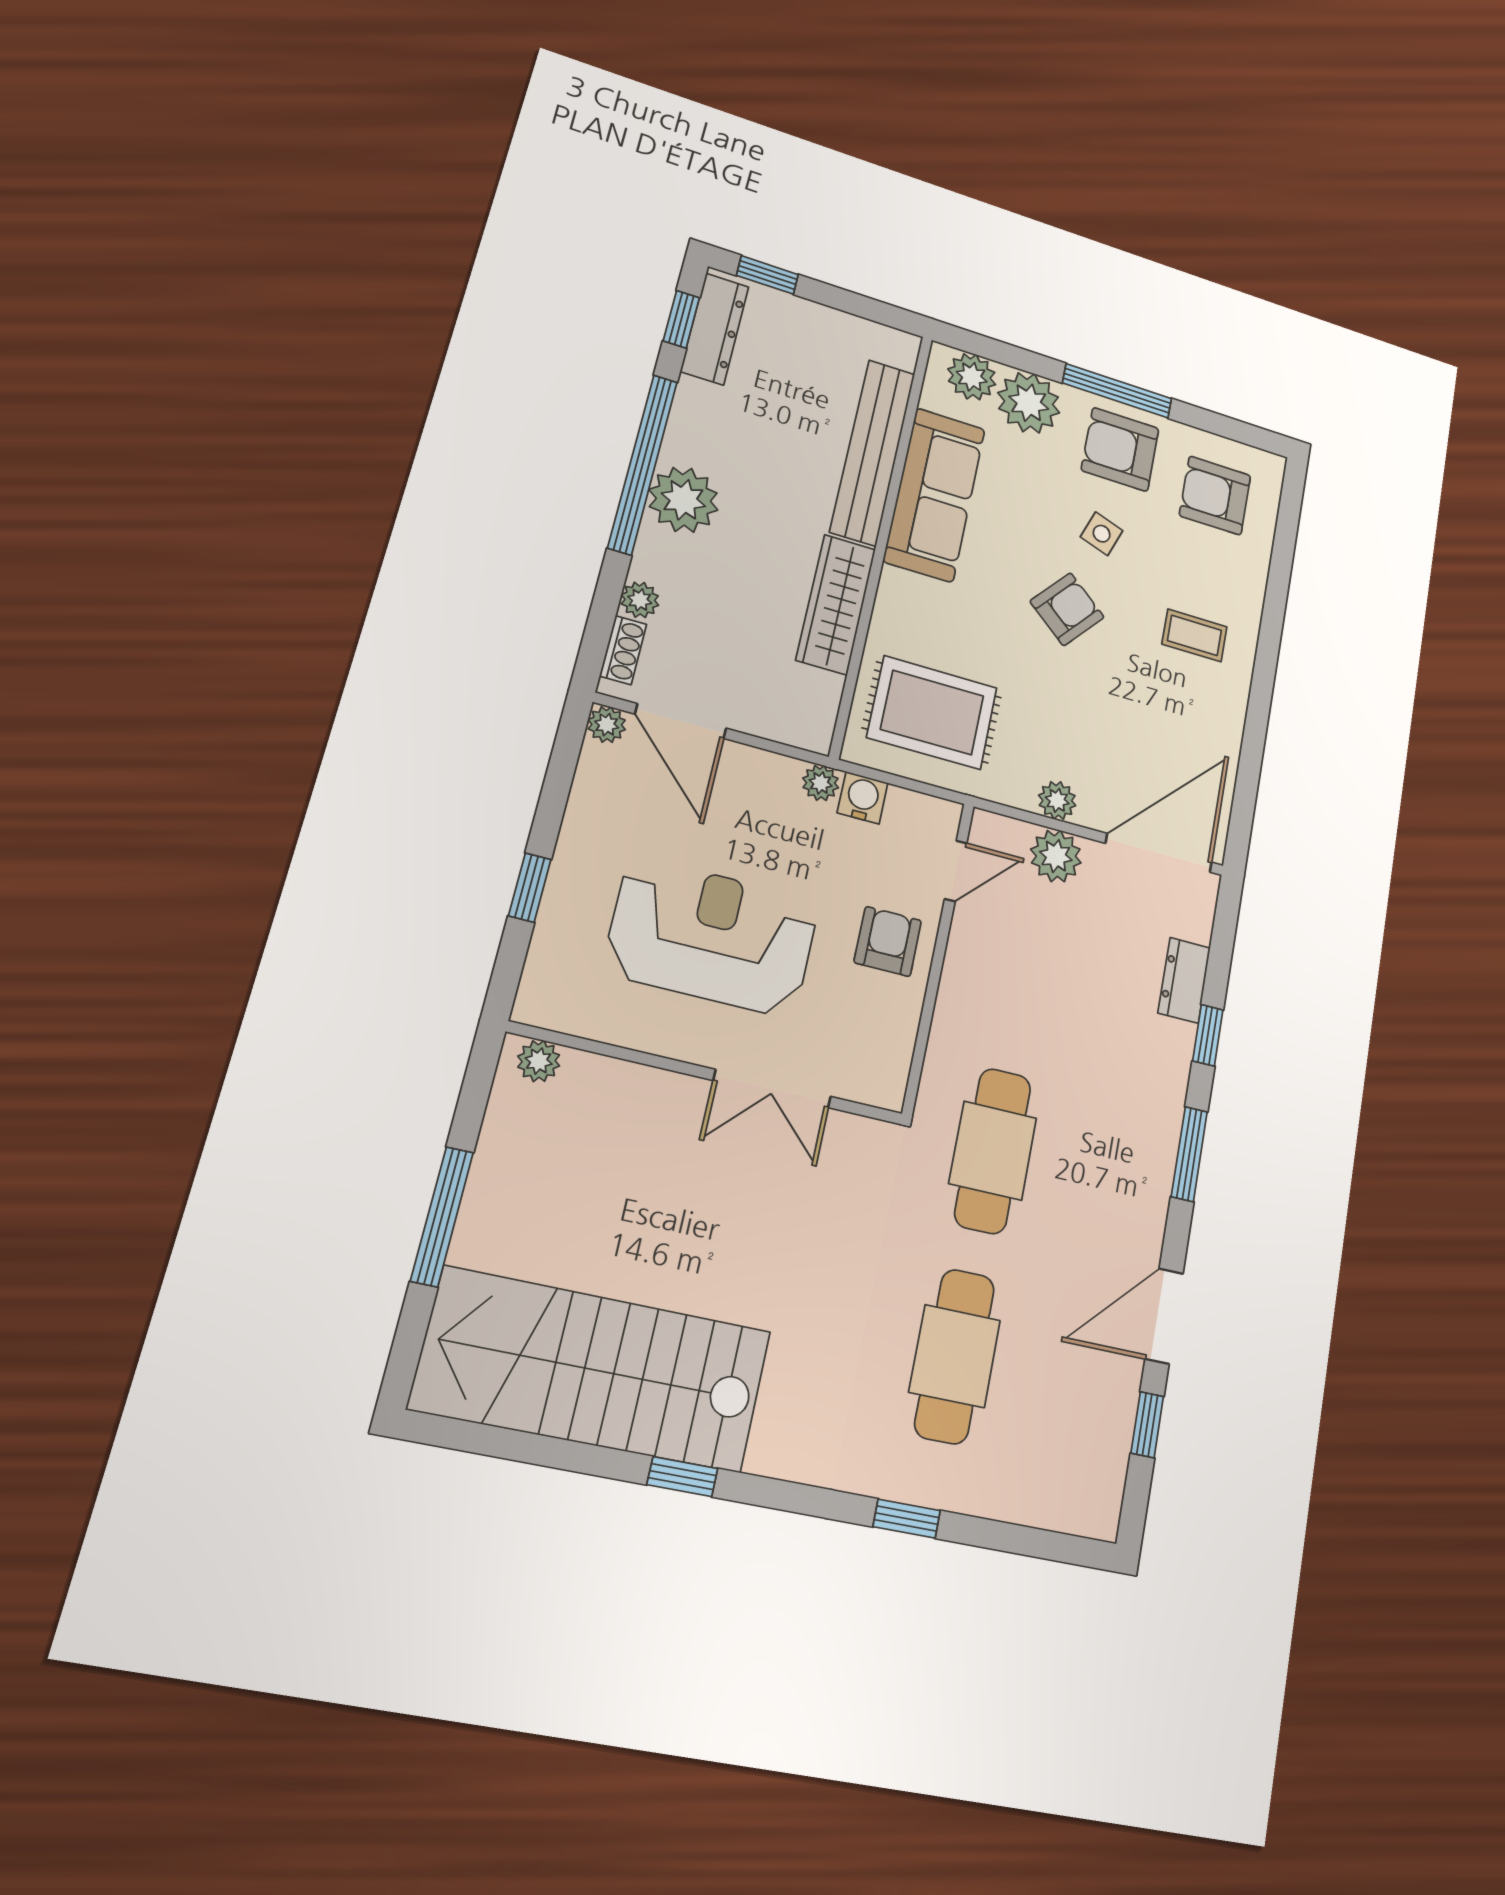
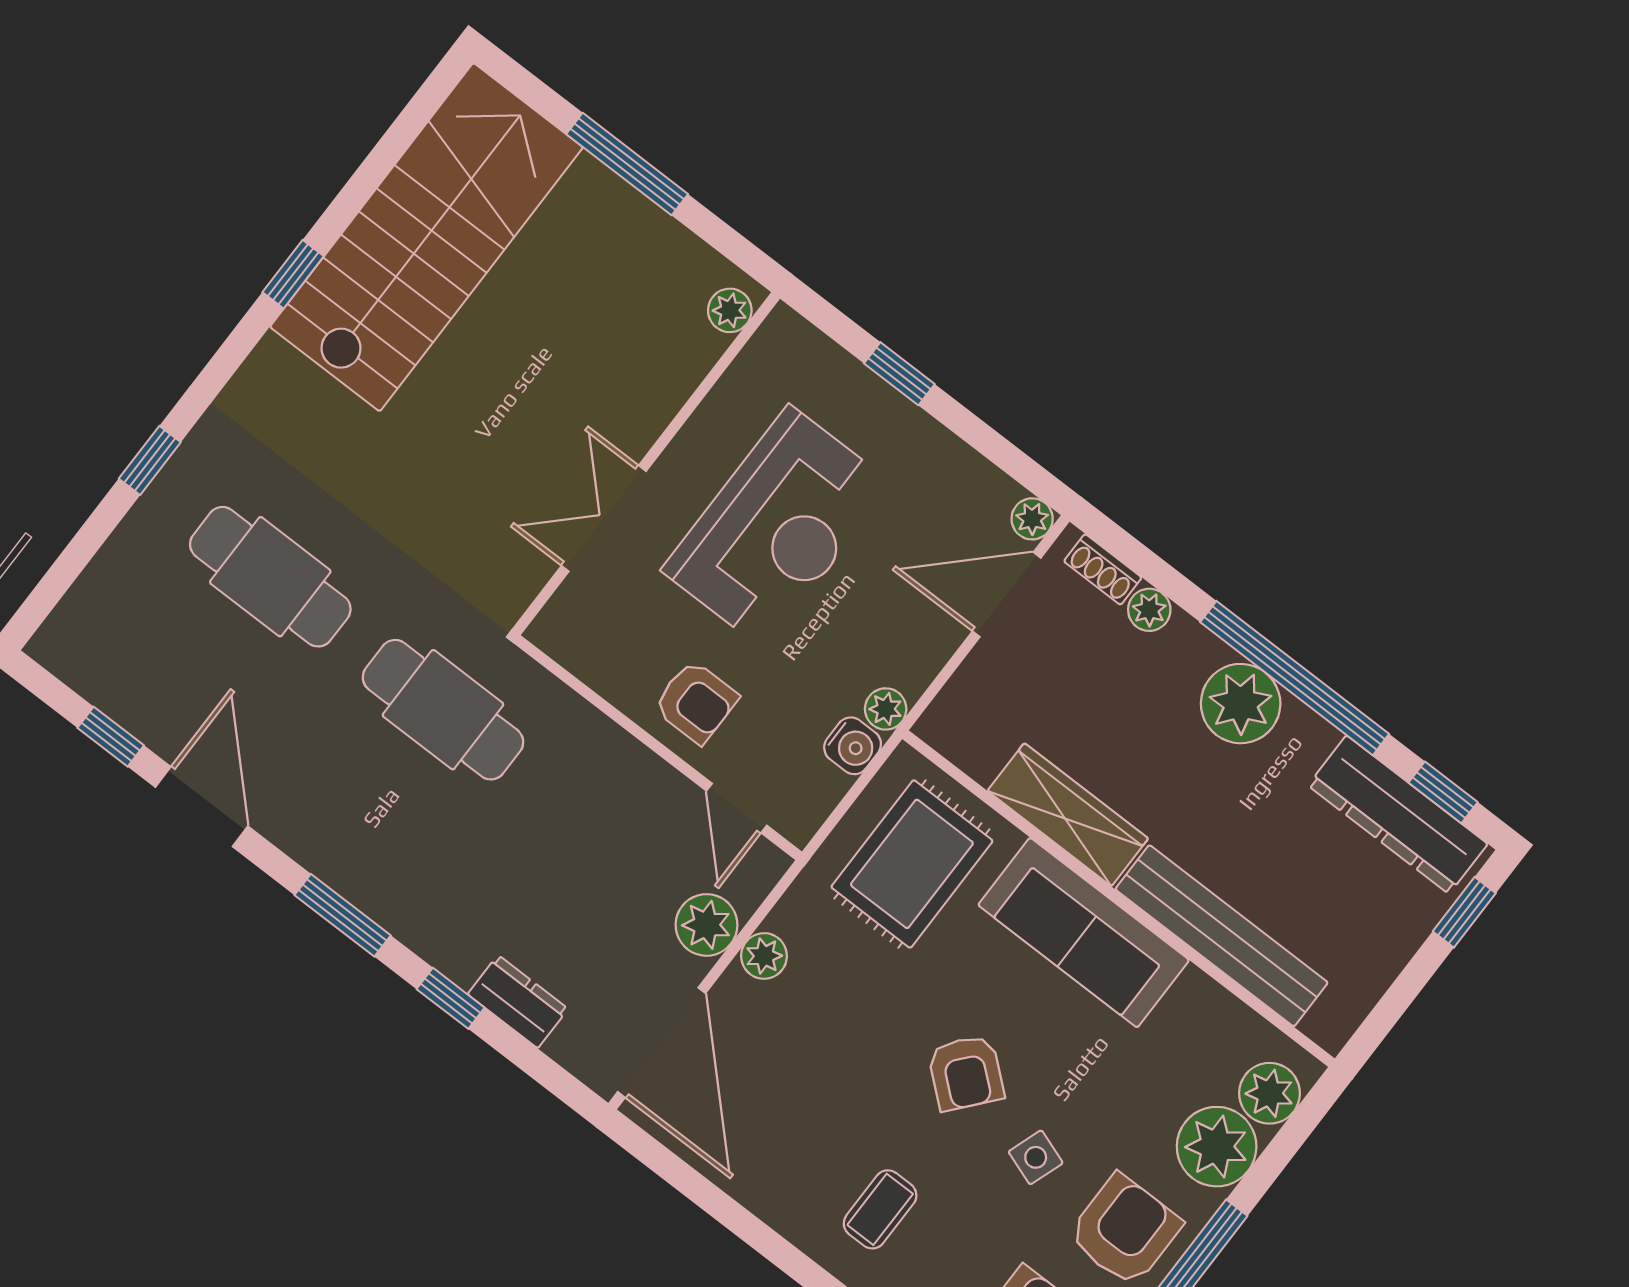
dresser: (715, 329) -> (1398, 815), width x1.37, depth x1.24
sofa: (934, 495) -> (1084, 933), moved

